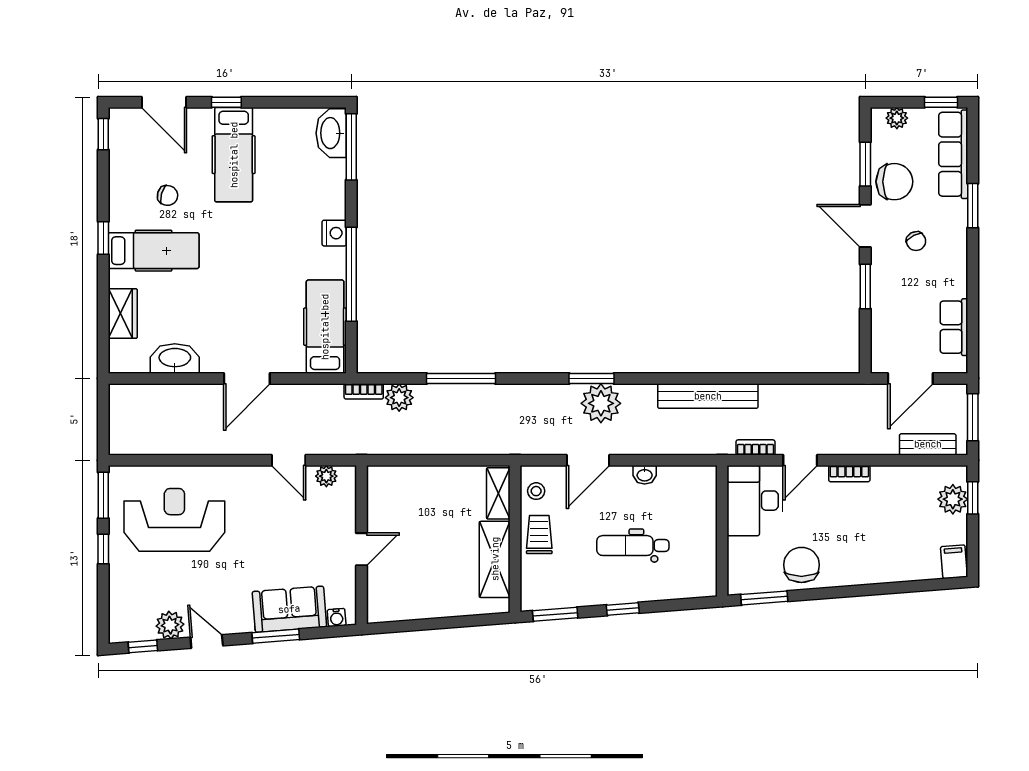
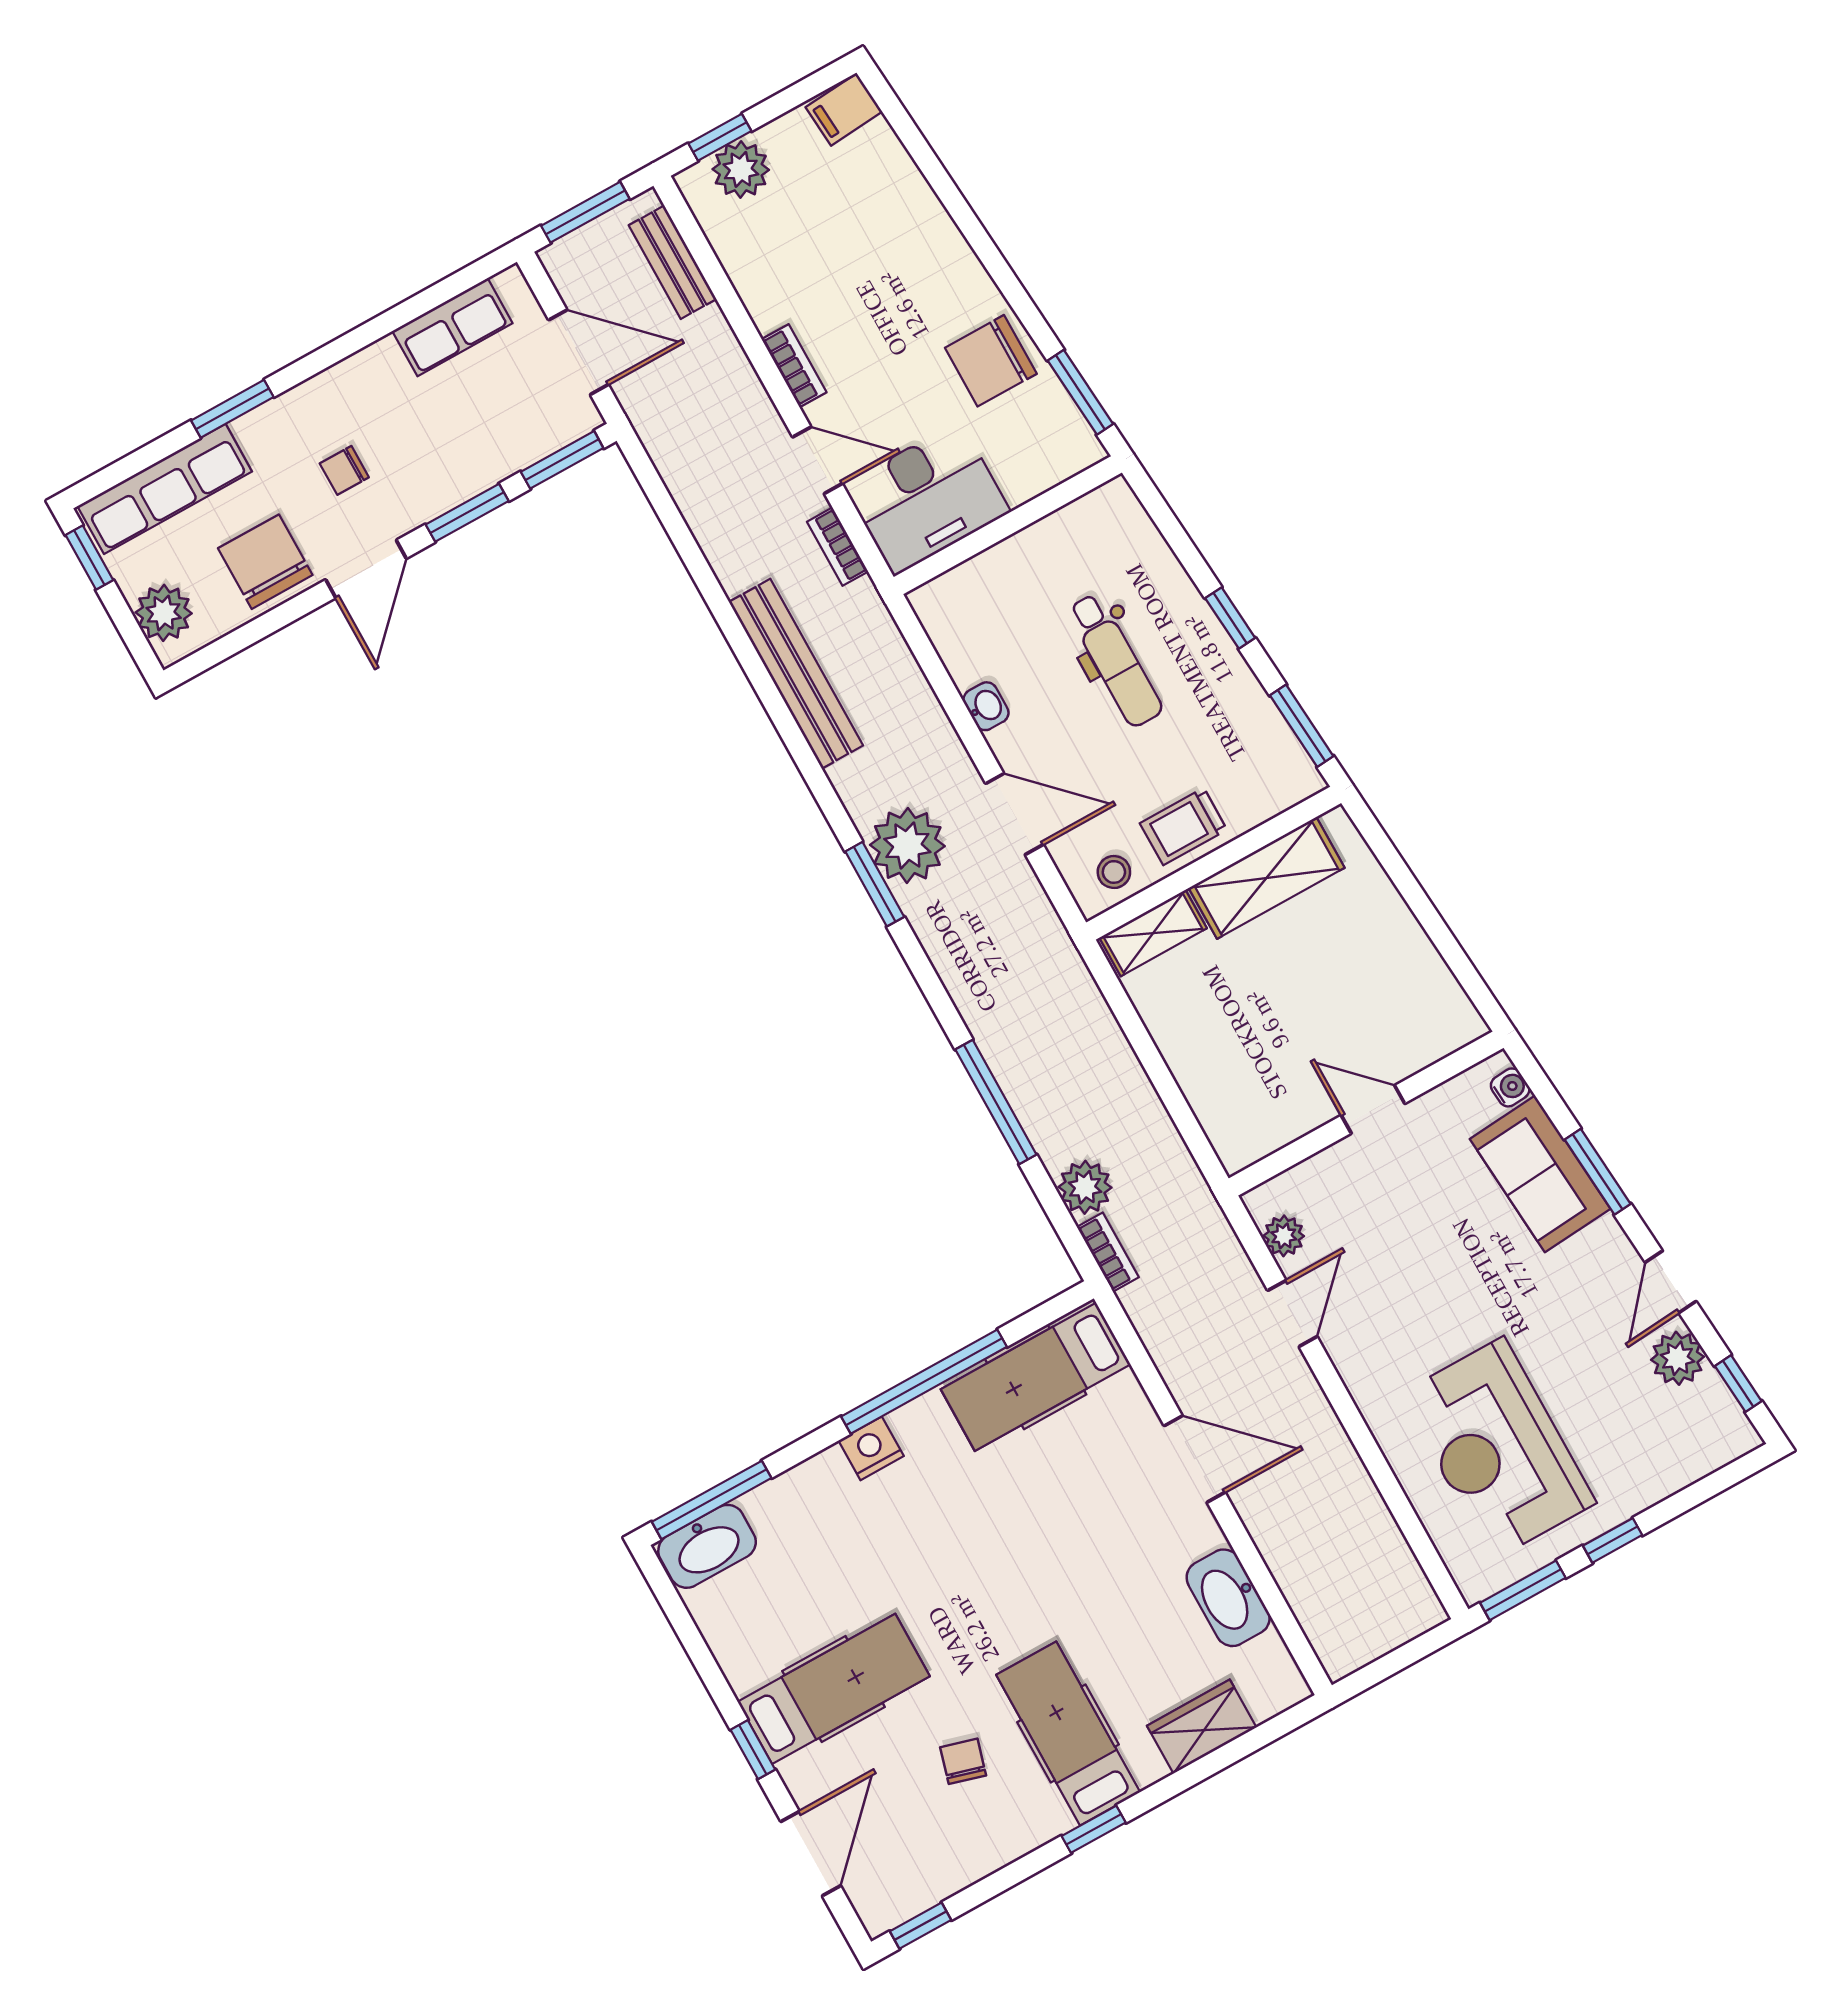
plant: (897, 118) -> (164, 613), width x1.38, depth x1.38
window: (865, 164) -> (562, 460), moved
chair: (916, 241) -> (344, 470), turned -153

